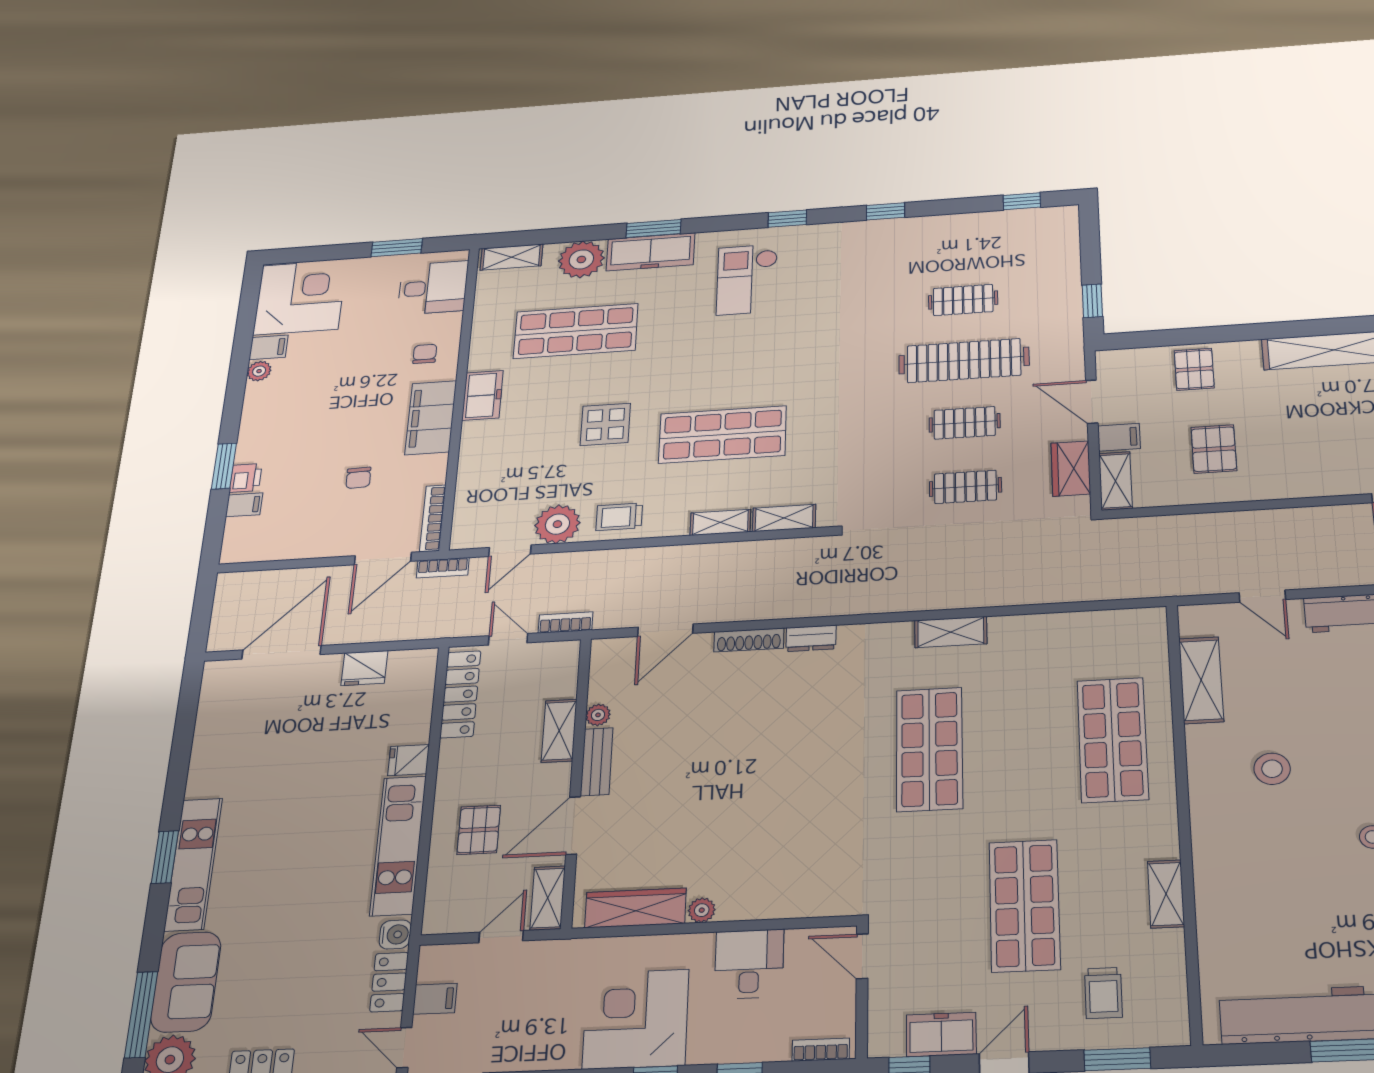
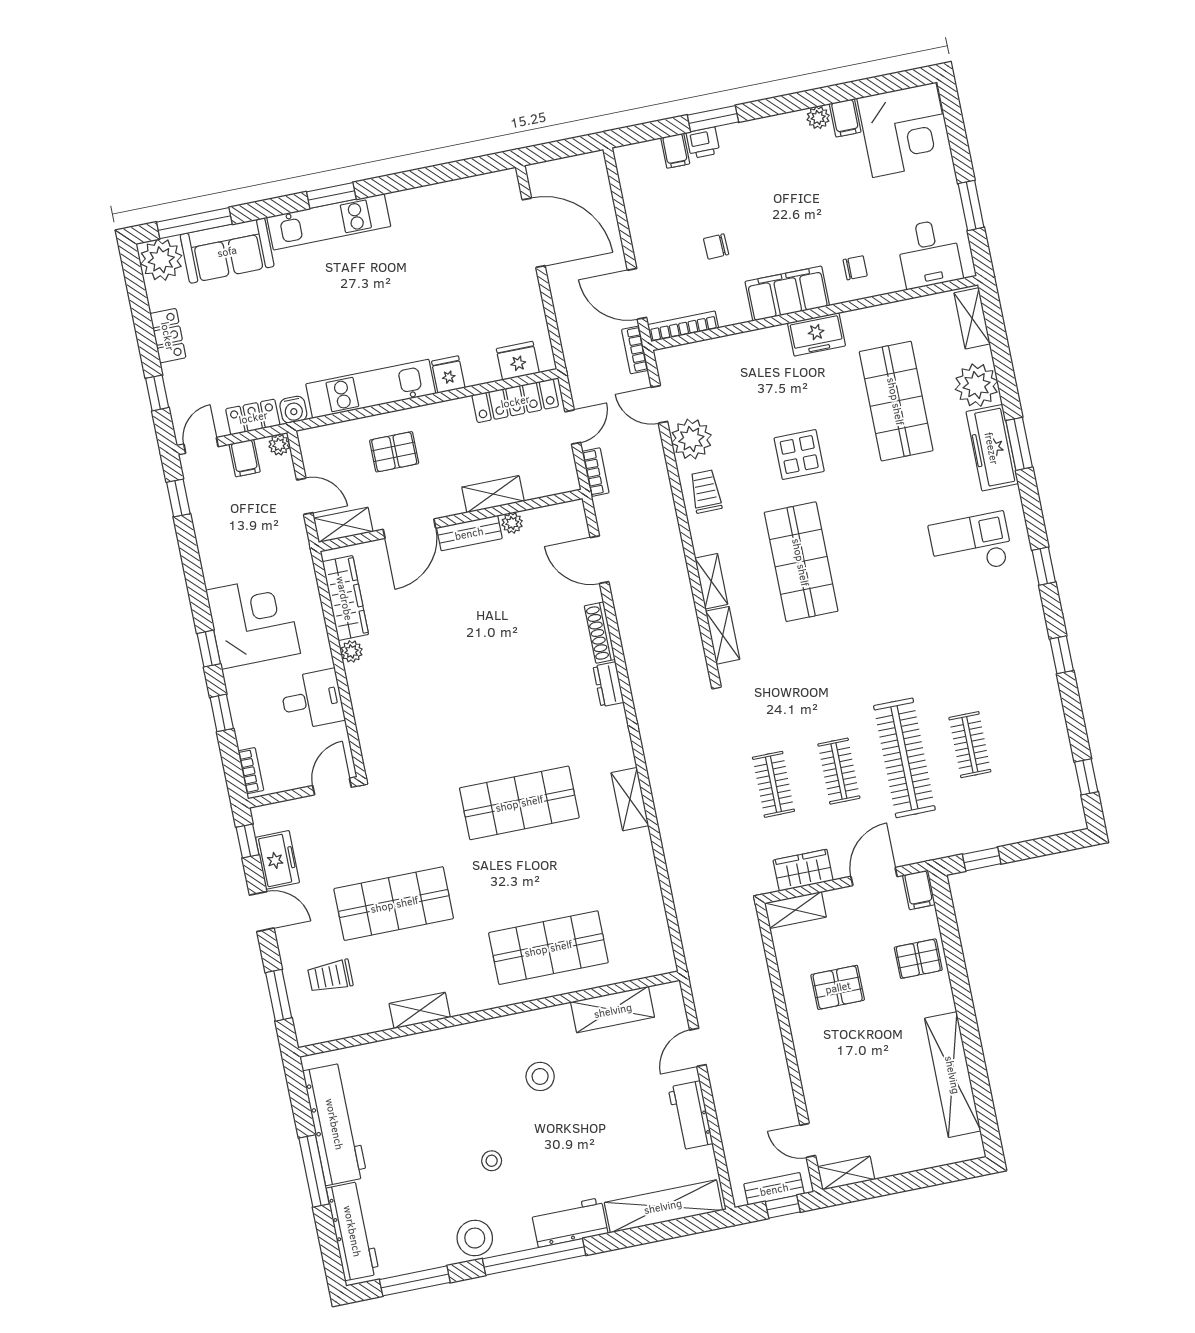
filing cabinet: (1119, 437) -> (919, 890), moved
fridge: (364, 668) -> (518, 361), moved, turned 90
door: (573, 825) -> (409, 529), swing flipped
plant: (431, 957) -> (279, 445), added

